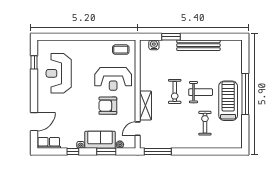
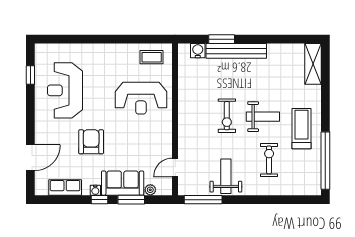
bench: (198, 45) -> (236, 51), moved
window: (245, 94) -> (325, 161), moved
treadmill: (228, 101) -> (301, 129), width x0.73, depth x0.73
shelving: (146, 105) -> (313, 64), moved
armchair: (108, 106) -> (91, 142), moved, turned 90
weight bench: (174, 135) -> (226, 176), added
row of seats: (49, 143) -> (65, 187), moved
window: (73, 152) -> (100, 200), moved

